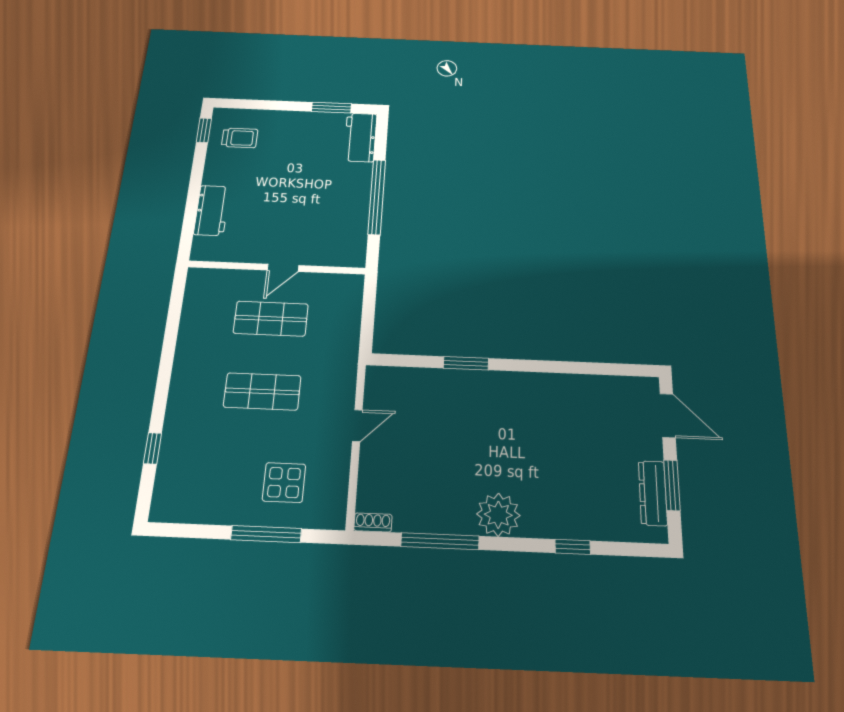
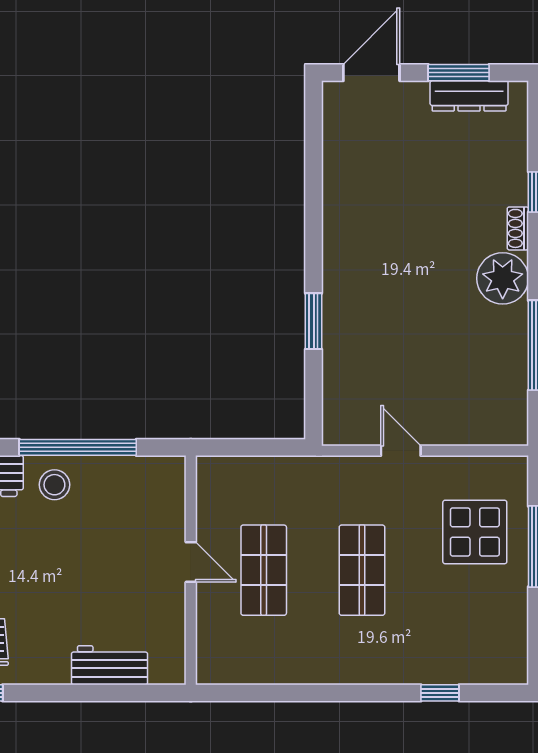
stool: (350, 181) -> (54, 485), added
display table: (284, 483) -> (475, 532), width x1.36, depth x1.36
shoe rack: (373, 522) -> (518, 228), moved

